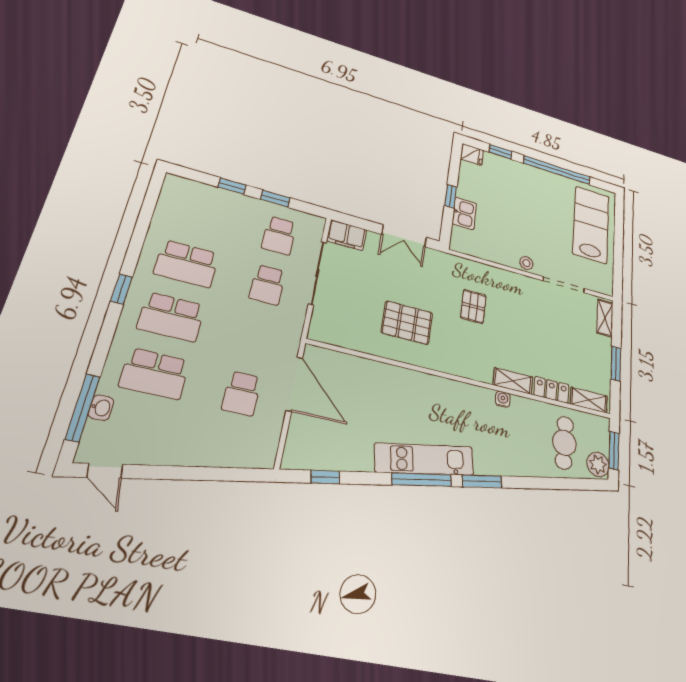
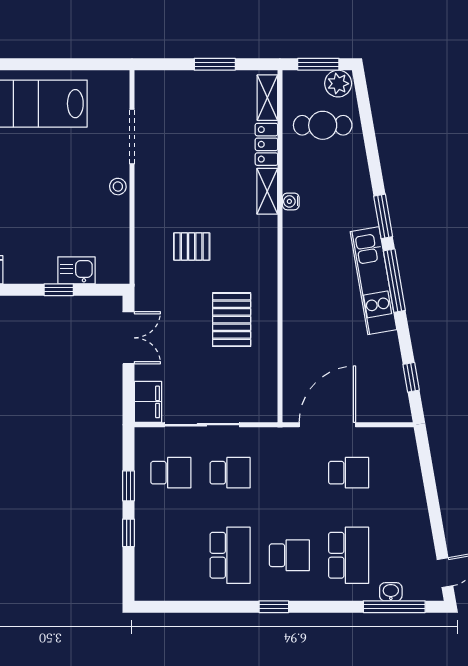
school desk: (171, 317) -> (289, 555), width x0.54
shelving: (605, 318) -> (160, 80), removed

